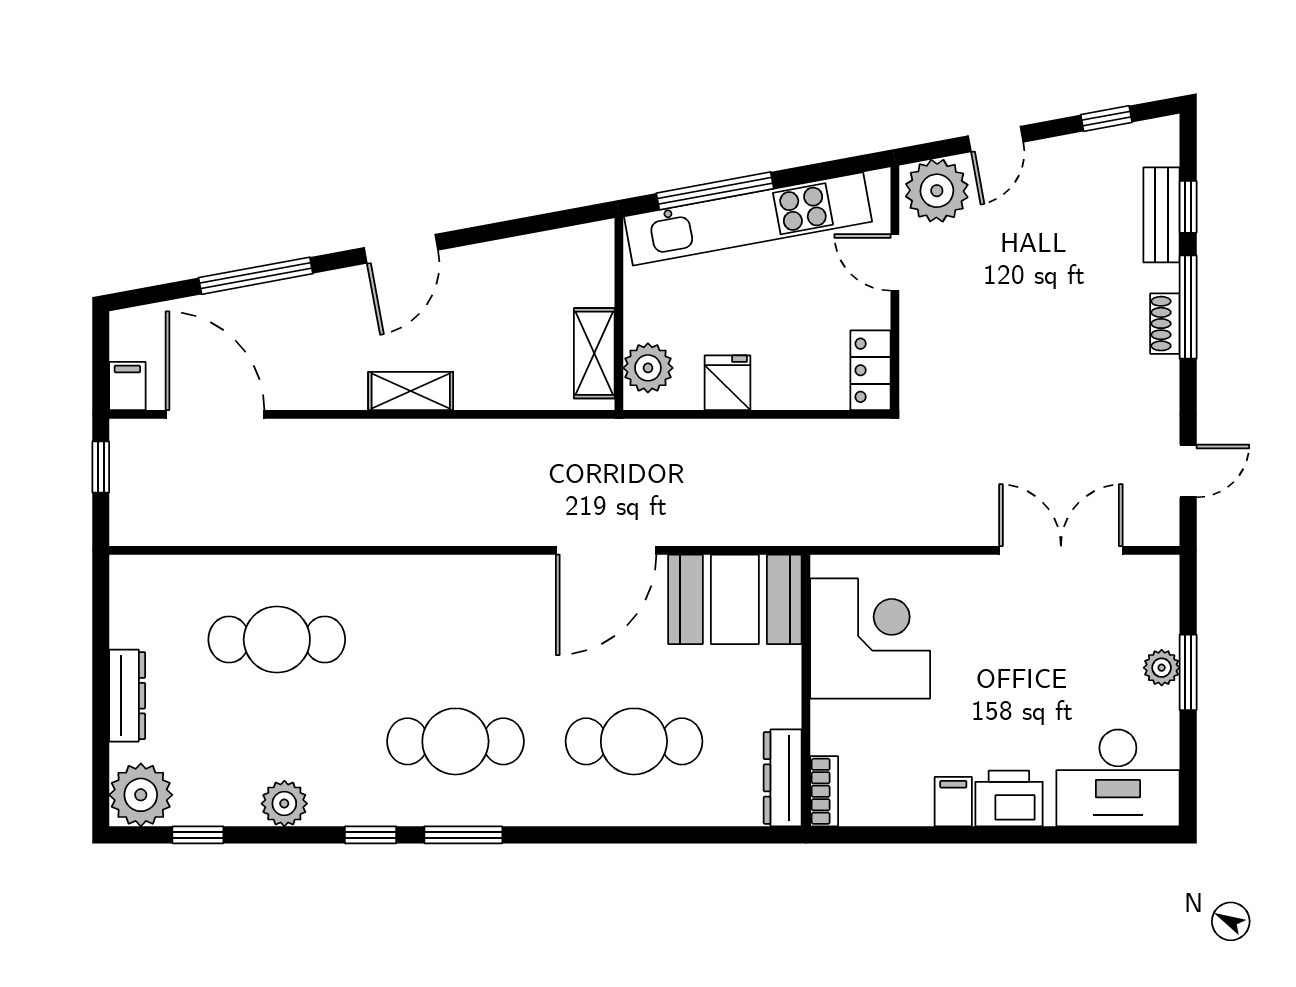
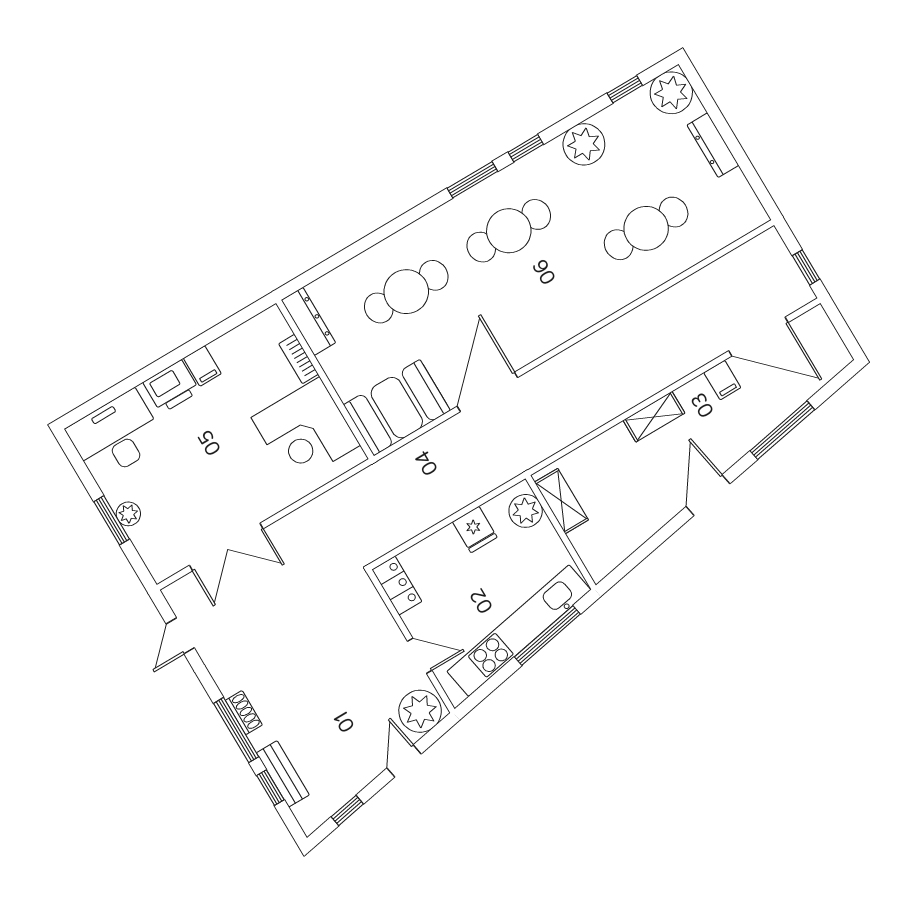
filing cabinet: (127, 386) -> (722, 380), moved
bookcase: (824, 791) -> (299, 359), moved
plant: (284, 804) -> (584, 144), width x1.36, depth x1.36

